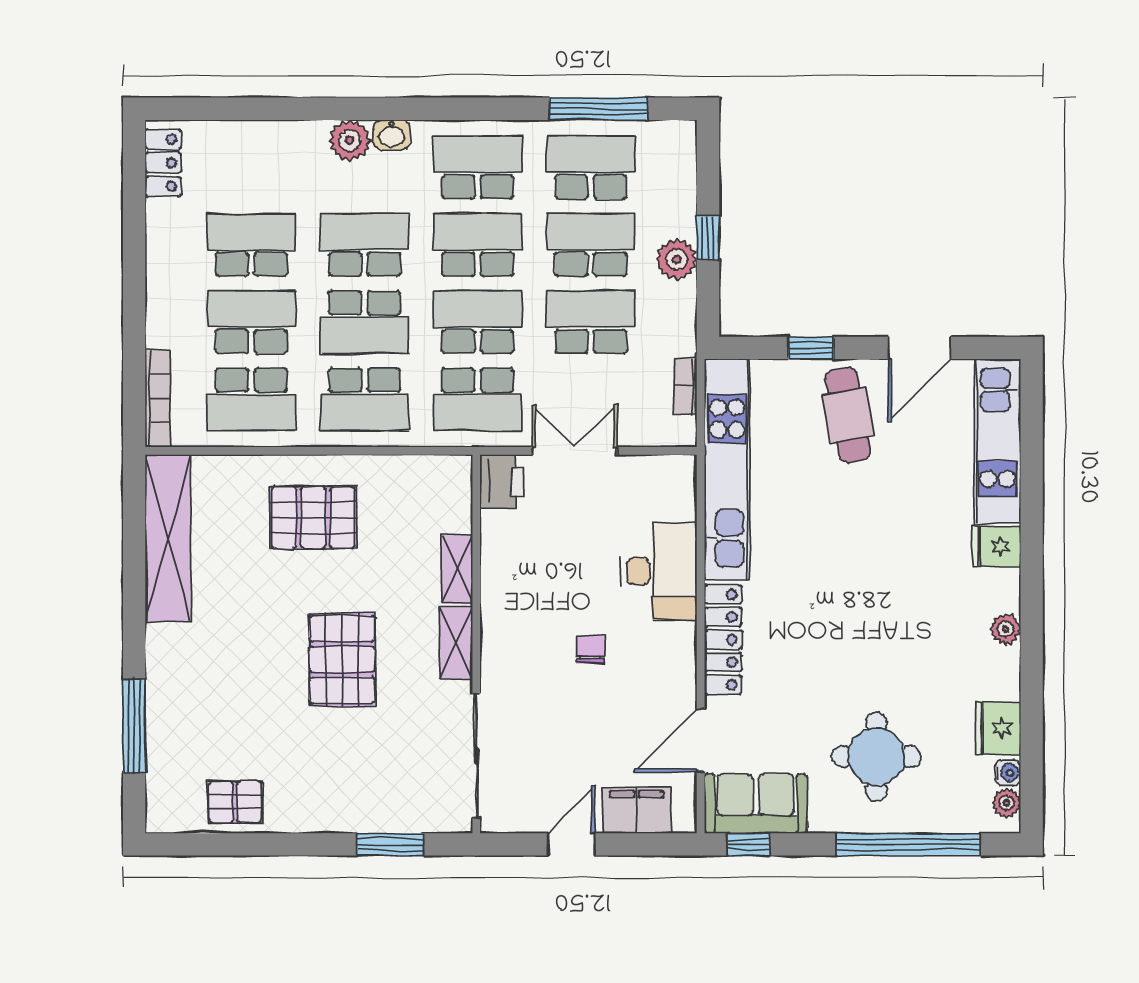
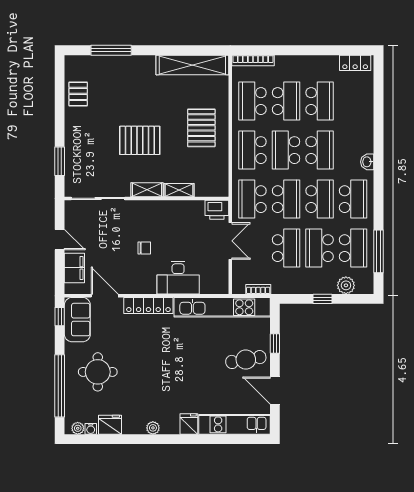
plant: (350, 140) -> (365, 144), removed
school desk: (591, 245) -> (320, 248), turned 180
plant: (677, 259) -> (346, 285), moved

